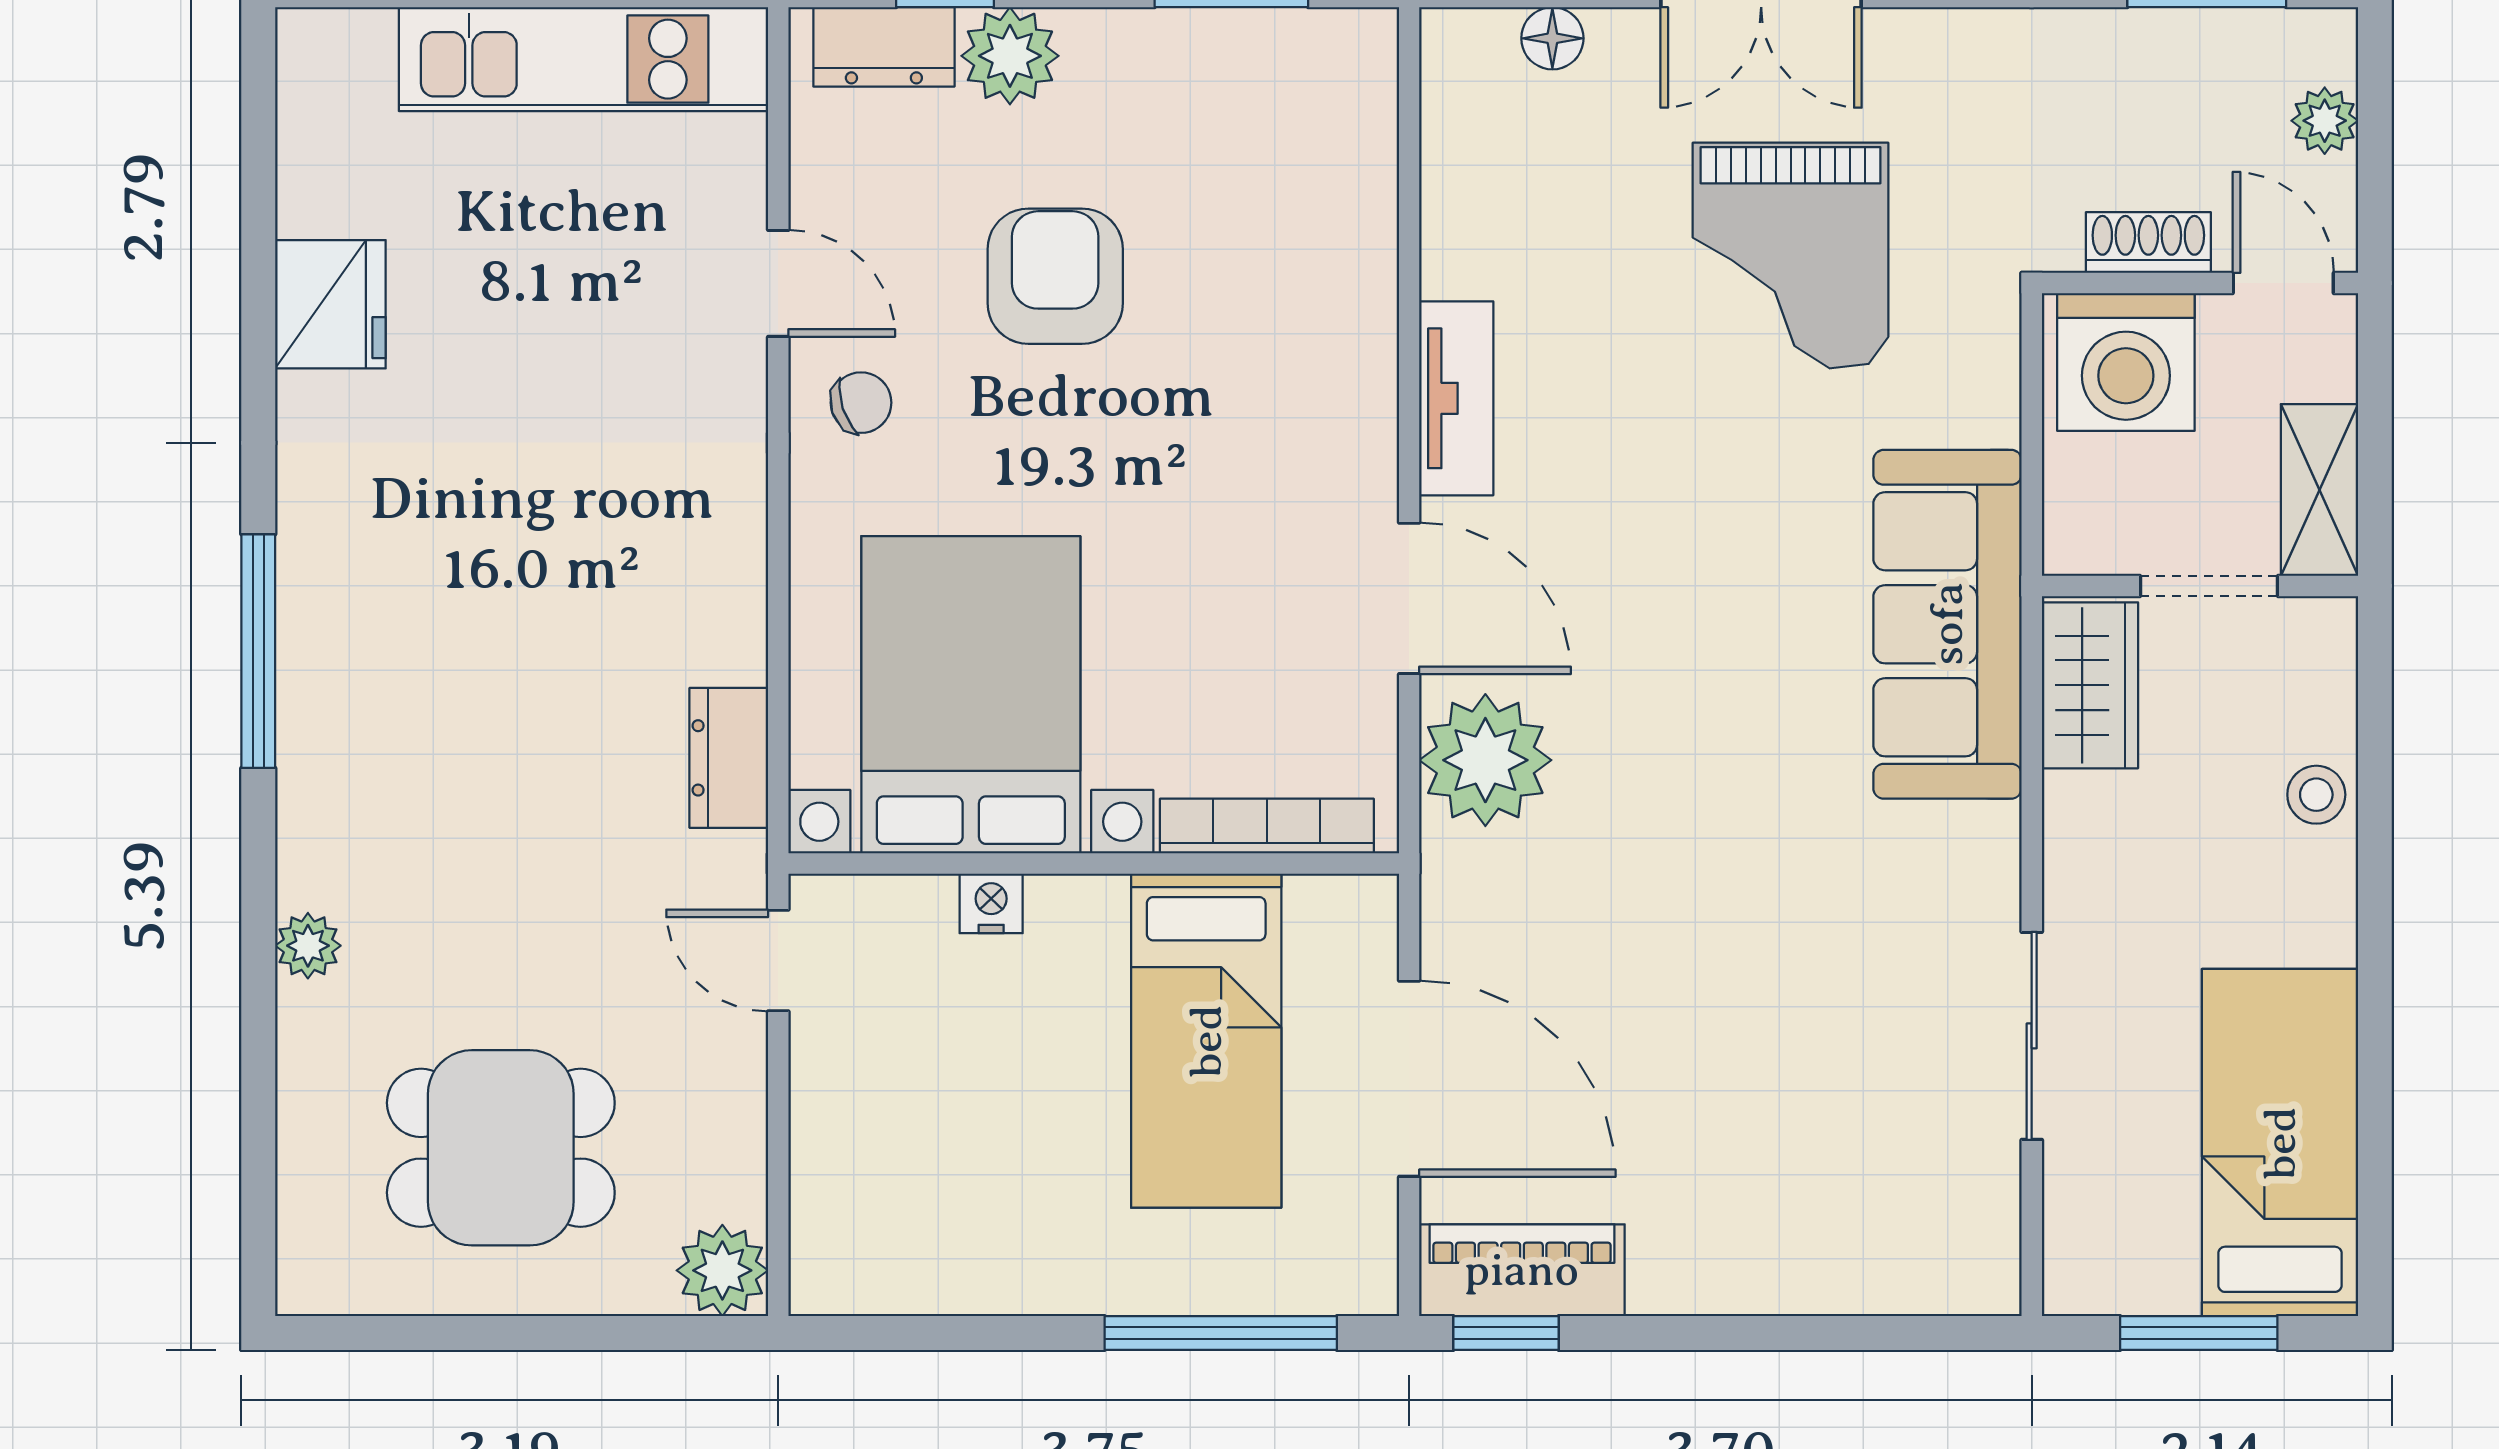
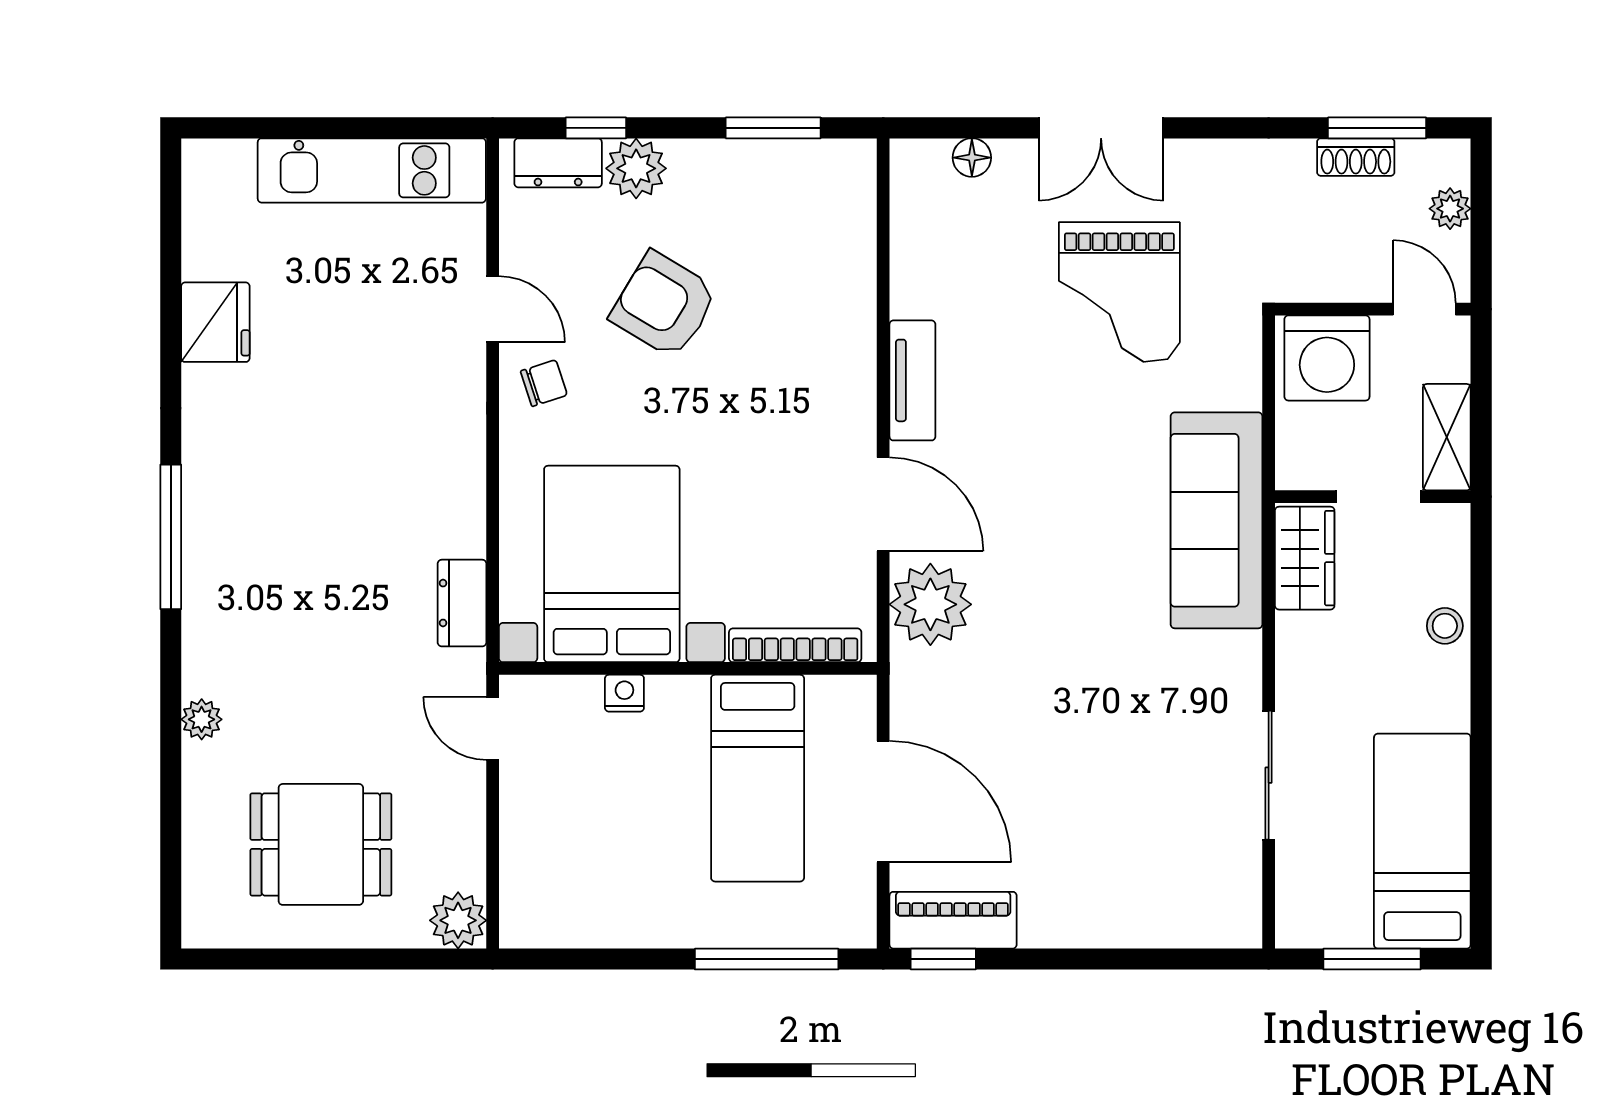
shoe rack: (2148, 243) -> (1356, 157), moved, turned 180
armchair: (1055, 276) -> (664, 305), turned -59

